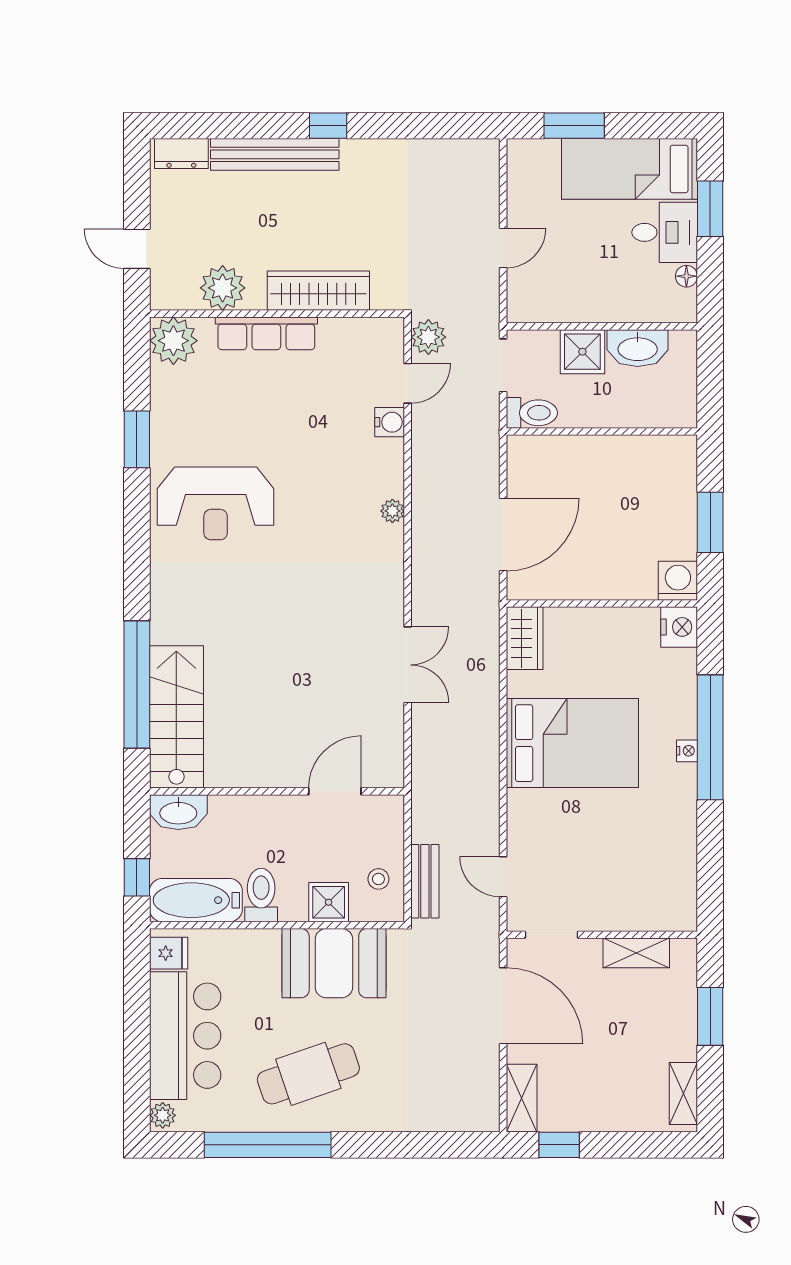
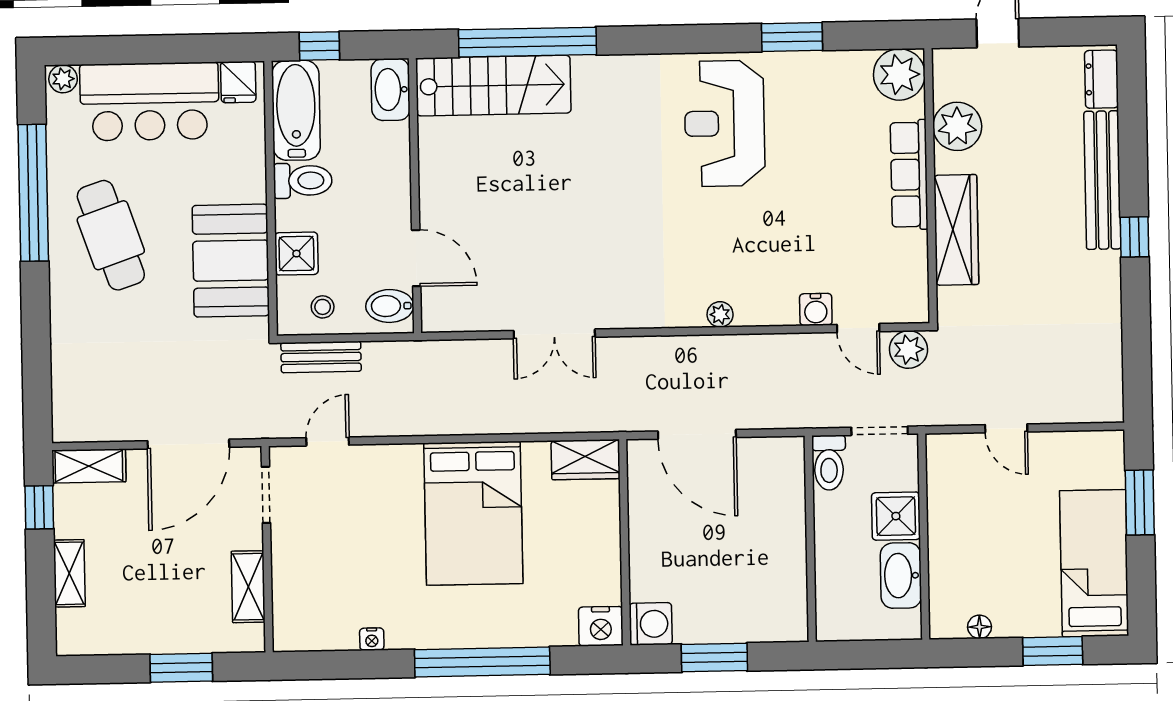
desk: (665, 232) -> (1026, 602), removed
nightstand: (687, 751) -> (372, 639), moved
bidet: (379, 817) -> (390, 306), added
shelving: (683, 1094) -> (69, 573), moved, turned 90

